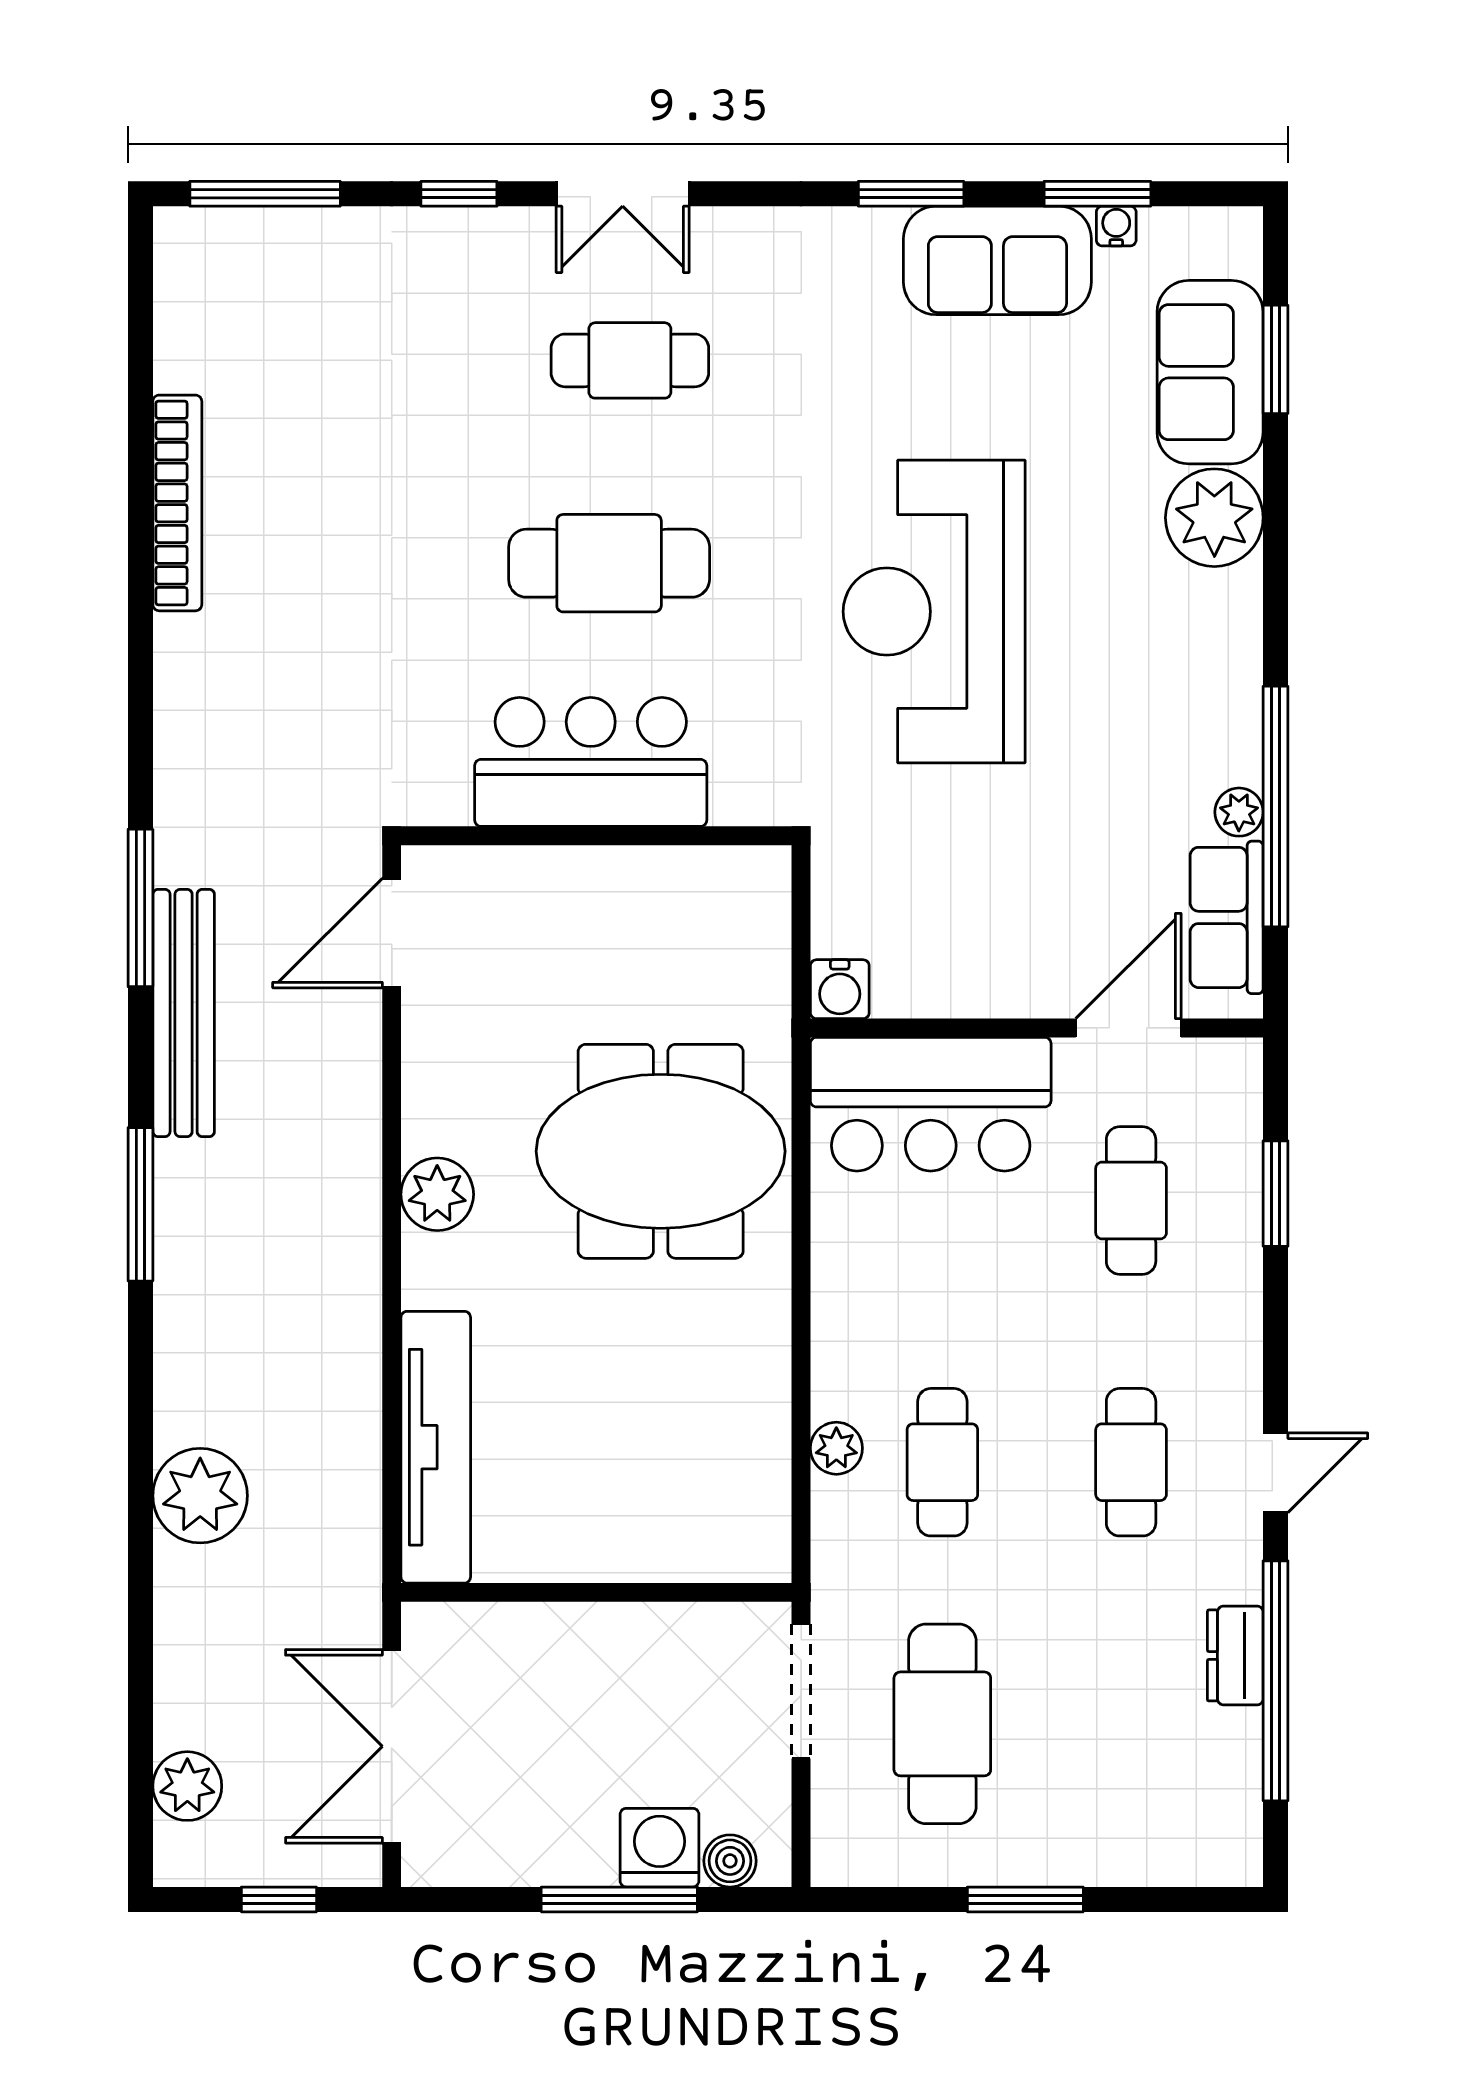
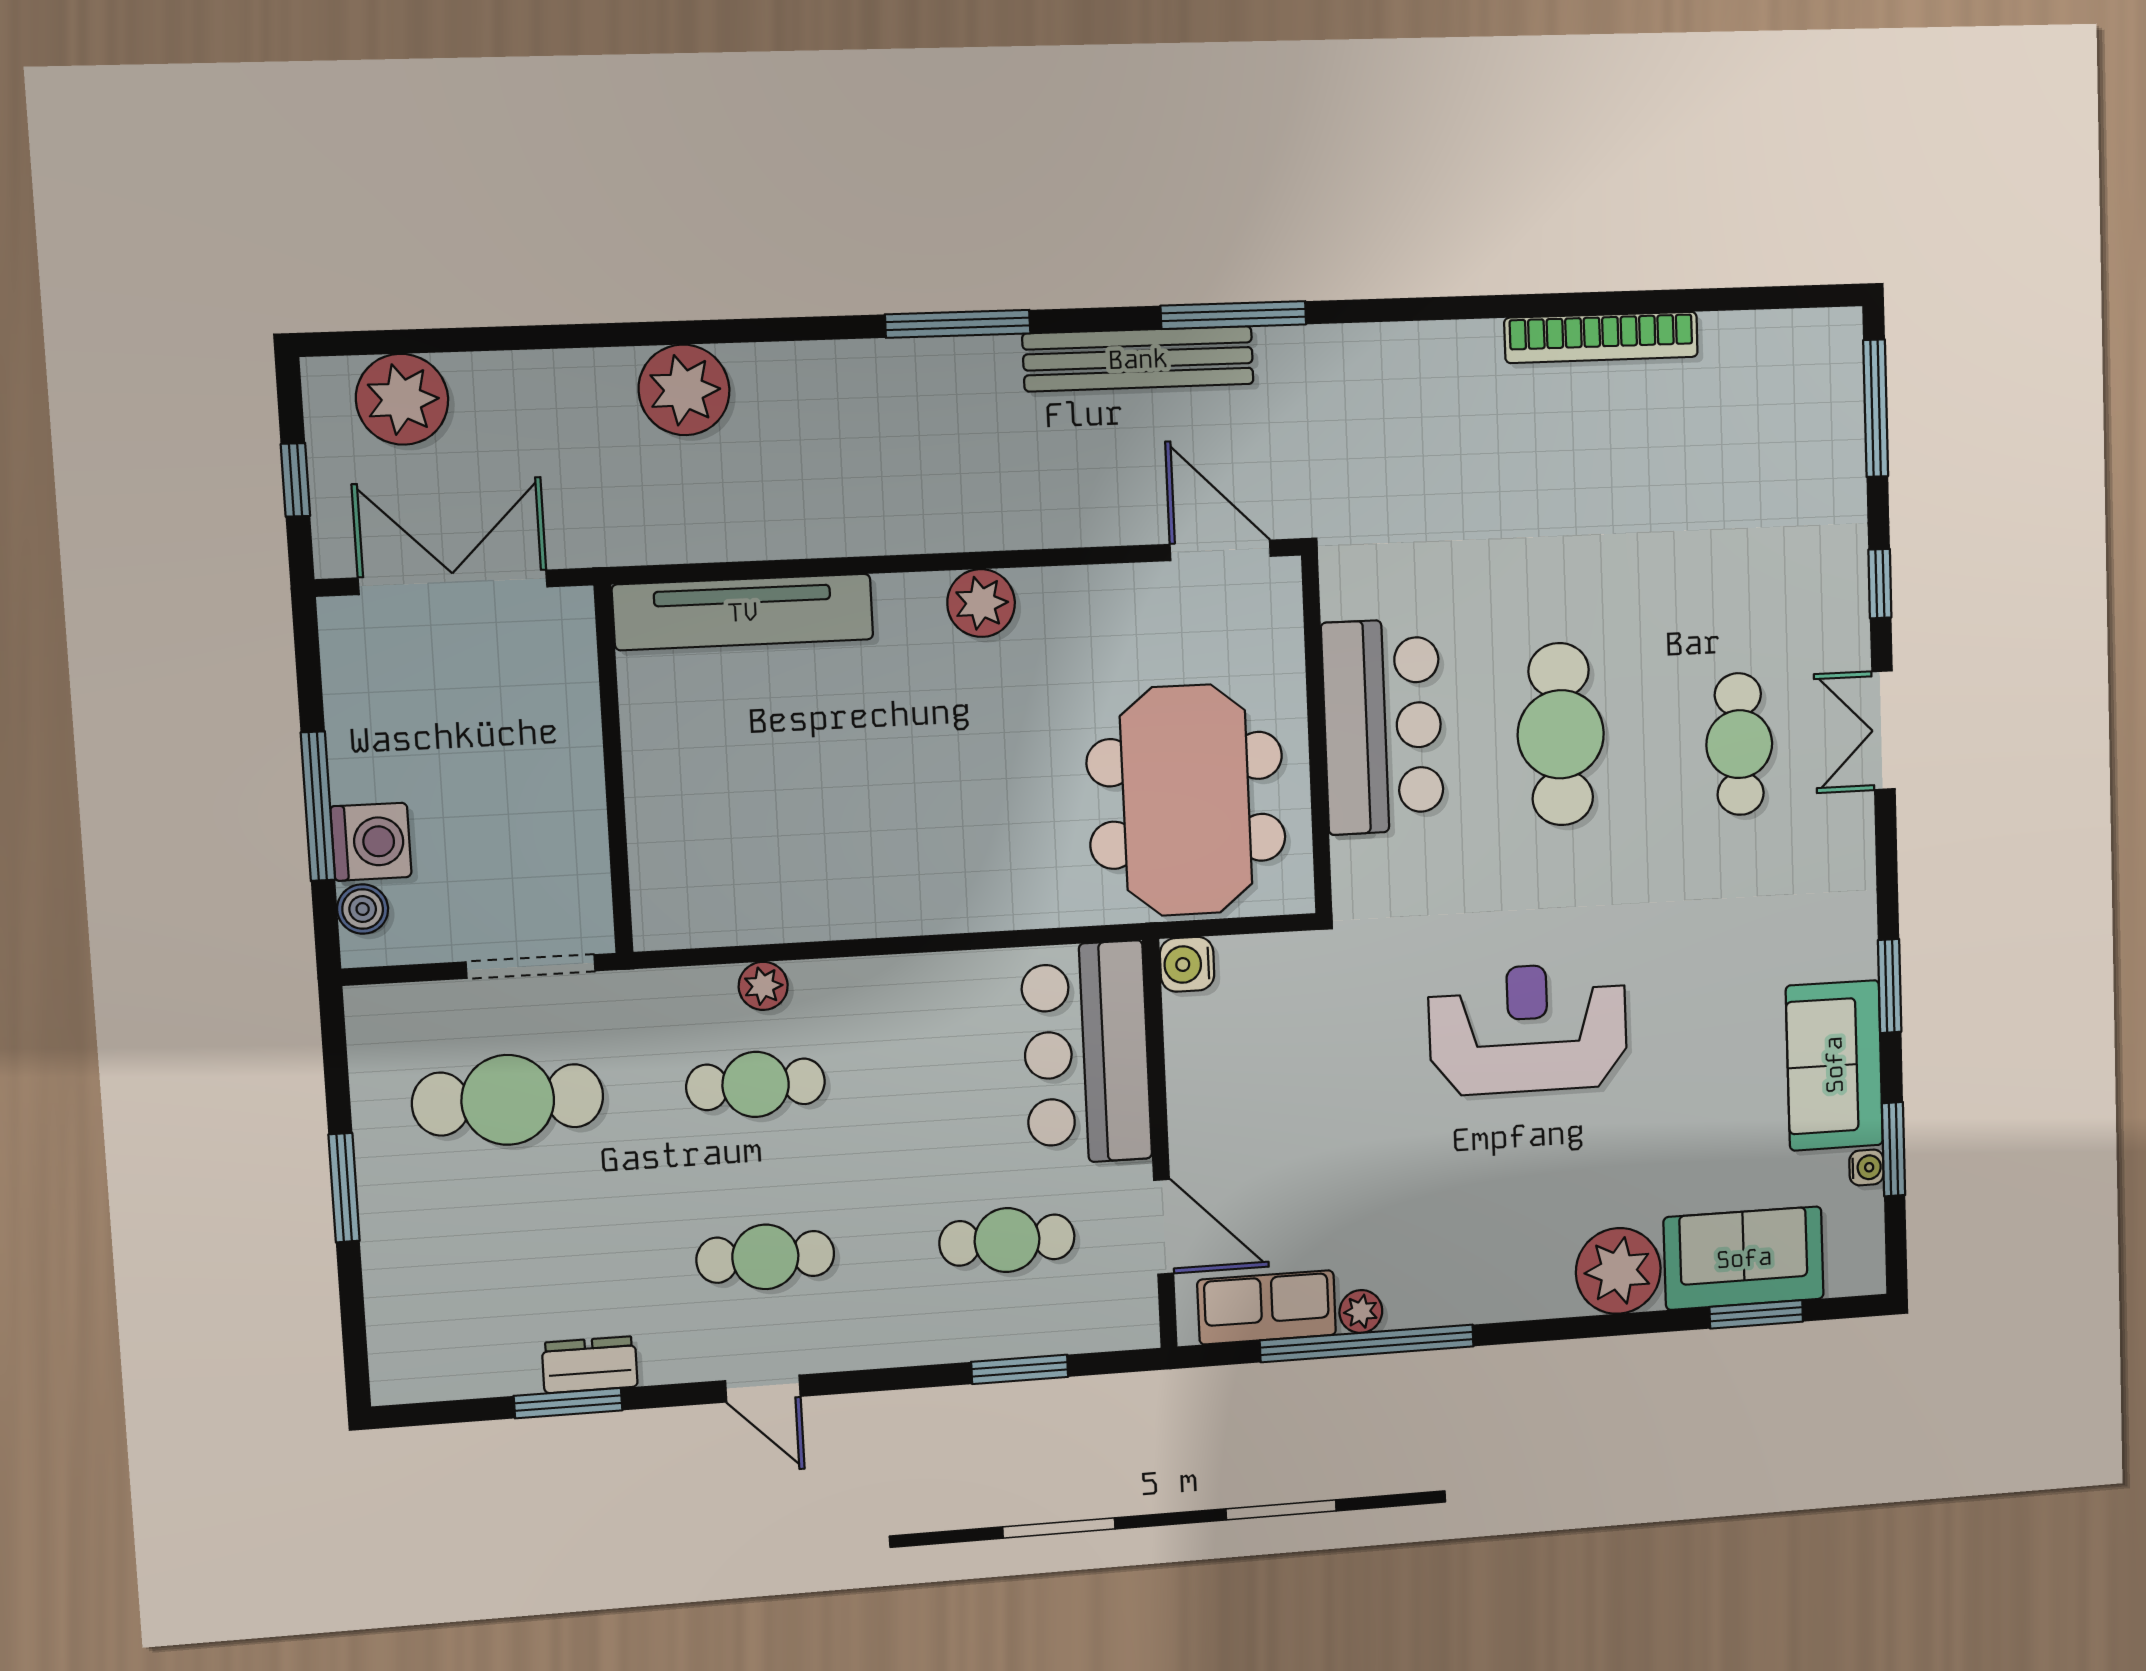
reception desk: (934, 612) -> (1528, 1029), width x0.74, depth x0.77
meeting table: (661, 1151) -> (1186, 800), moved
window: (1276, 1681) -> (568, 1403), width x0.47
plant: (187, 1786) -> (402, 399), width x1.36, depth x1.36

